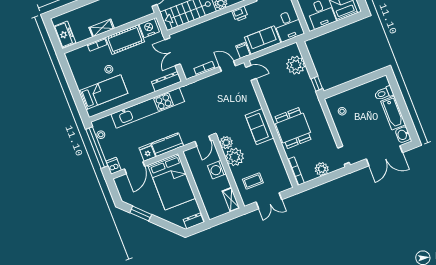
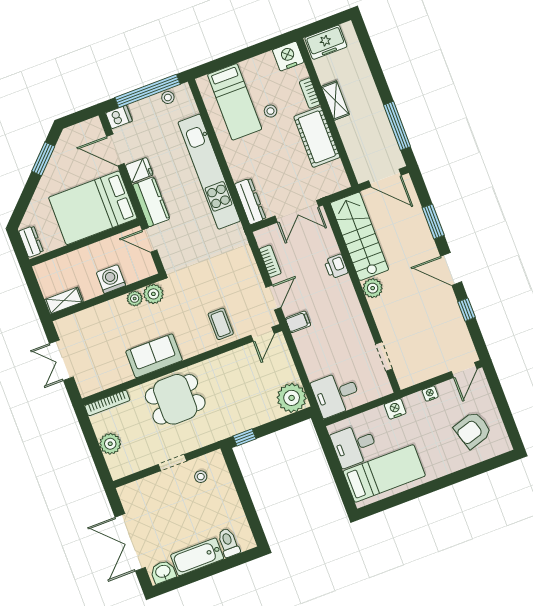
printer: (240, 14) -> (336, 266), moved
nightstand: (149, 28) -> (288, 56), moved, turned -90
sofa: (263, 40) -> (314, 353), removed
double door: (172, 52) -> (297, 211), swing flipped
plant: (296, 65) -> (292, 398), moved
sofa: (260, 127) -> (154, 356), moved
door: (203, 141) -> (150, 240), moved
doorway: (343, 155) -> (172, 463), moved
plant: (235, 157) -> (135, 299), width x0.53, depth x0.53
coffee table: (253, 181) -> (221, 324), moved

